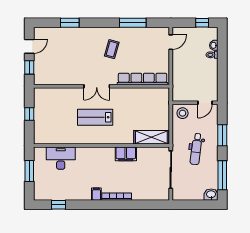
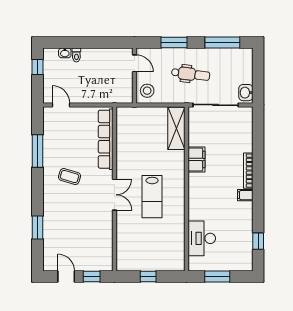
washbasin: (211, 195) -> (246, 93), moved

